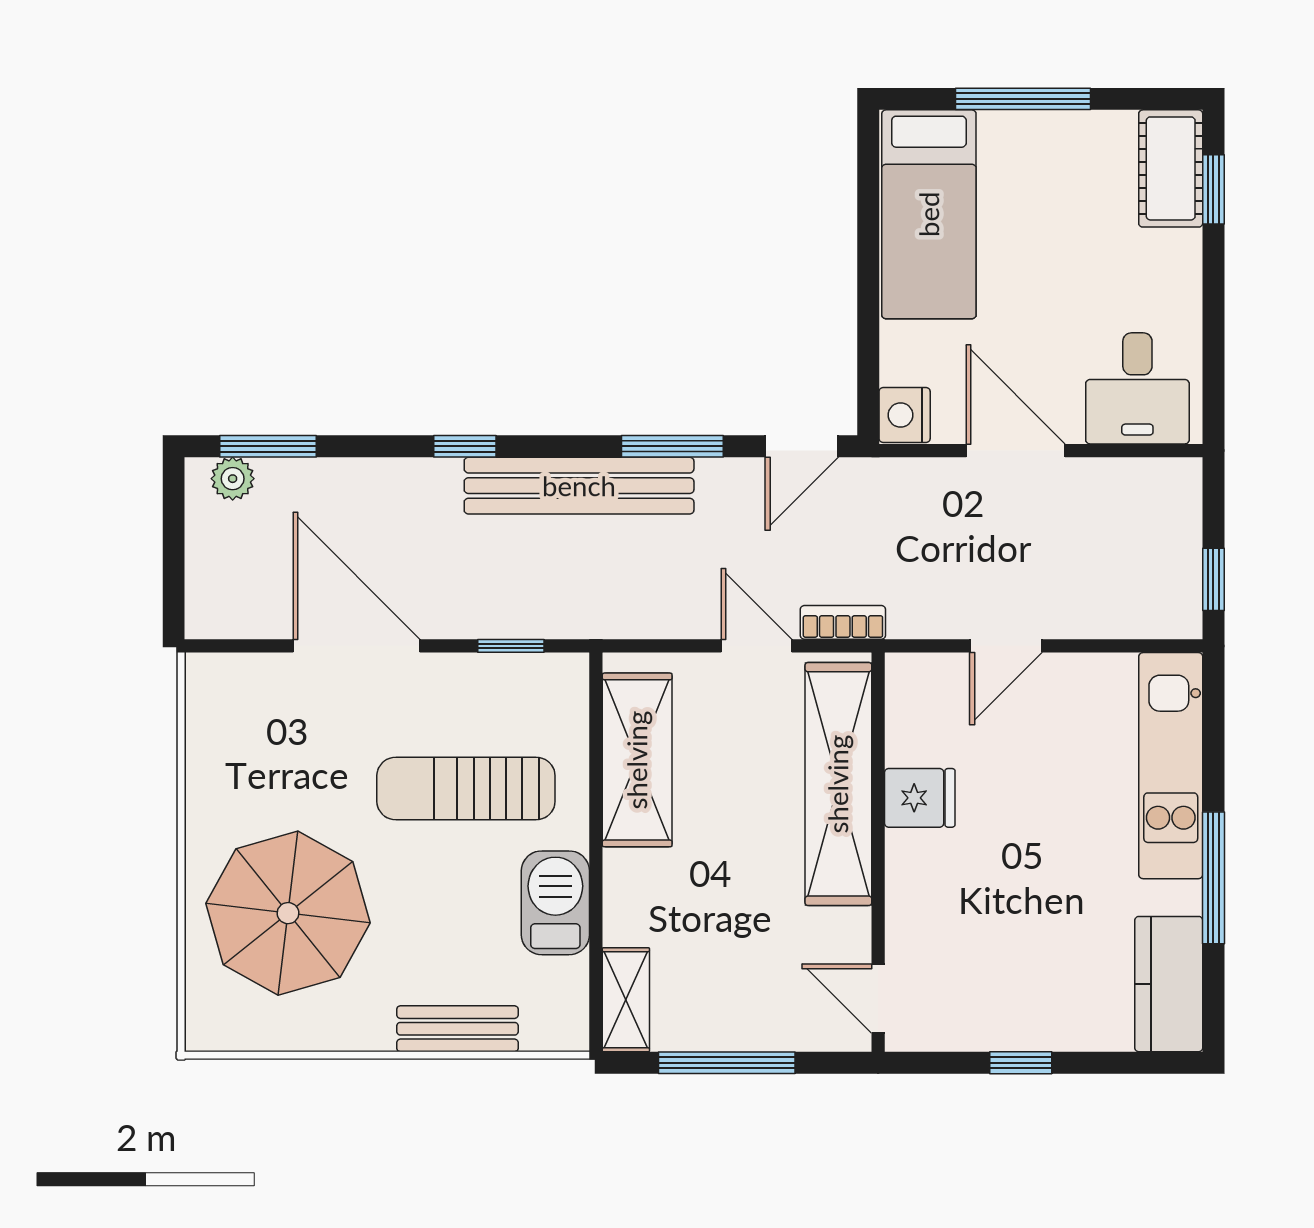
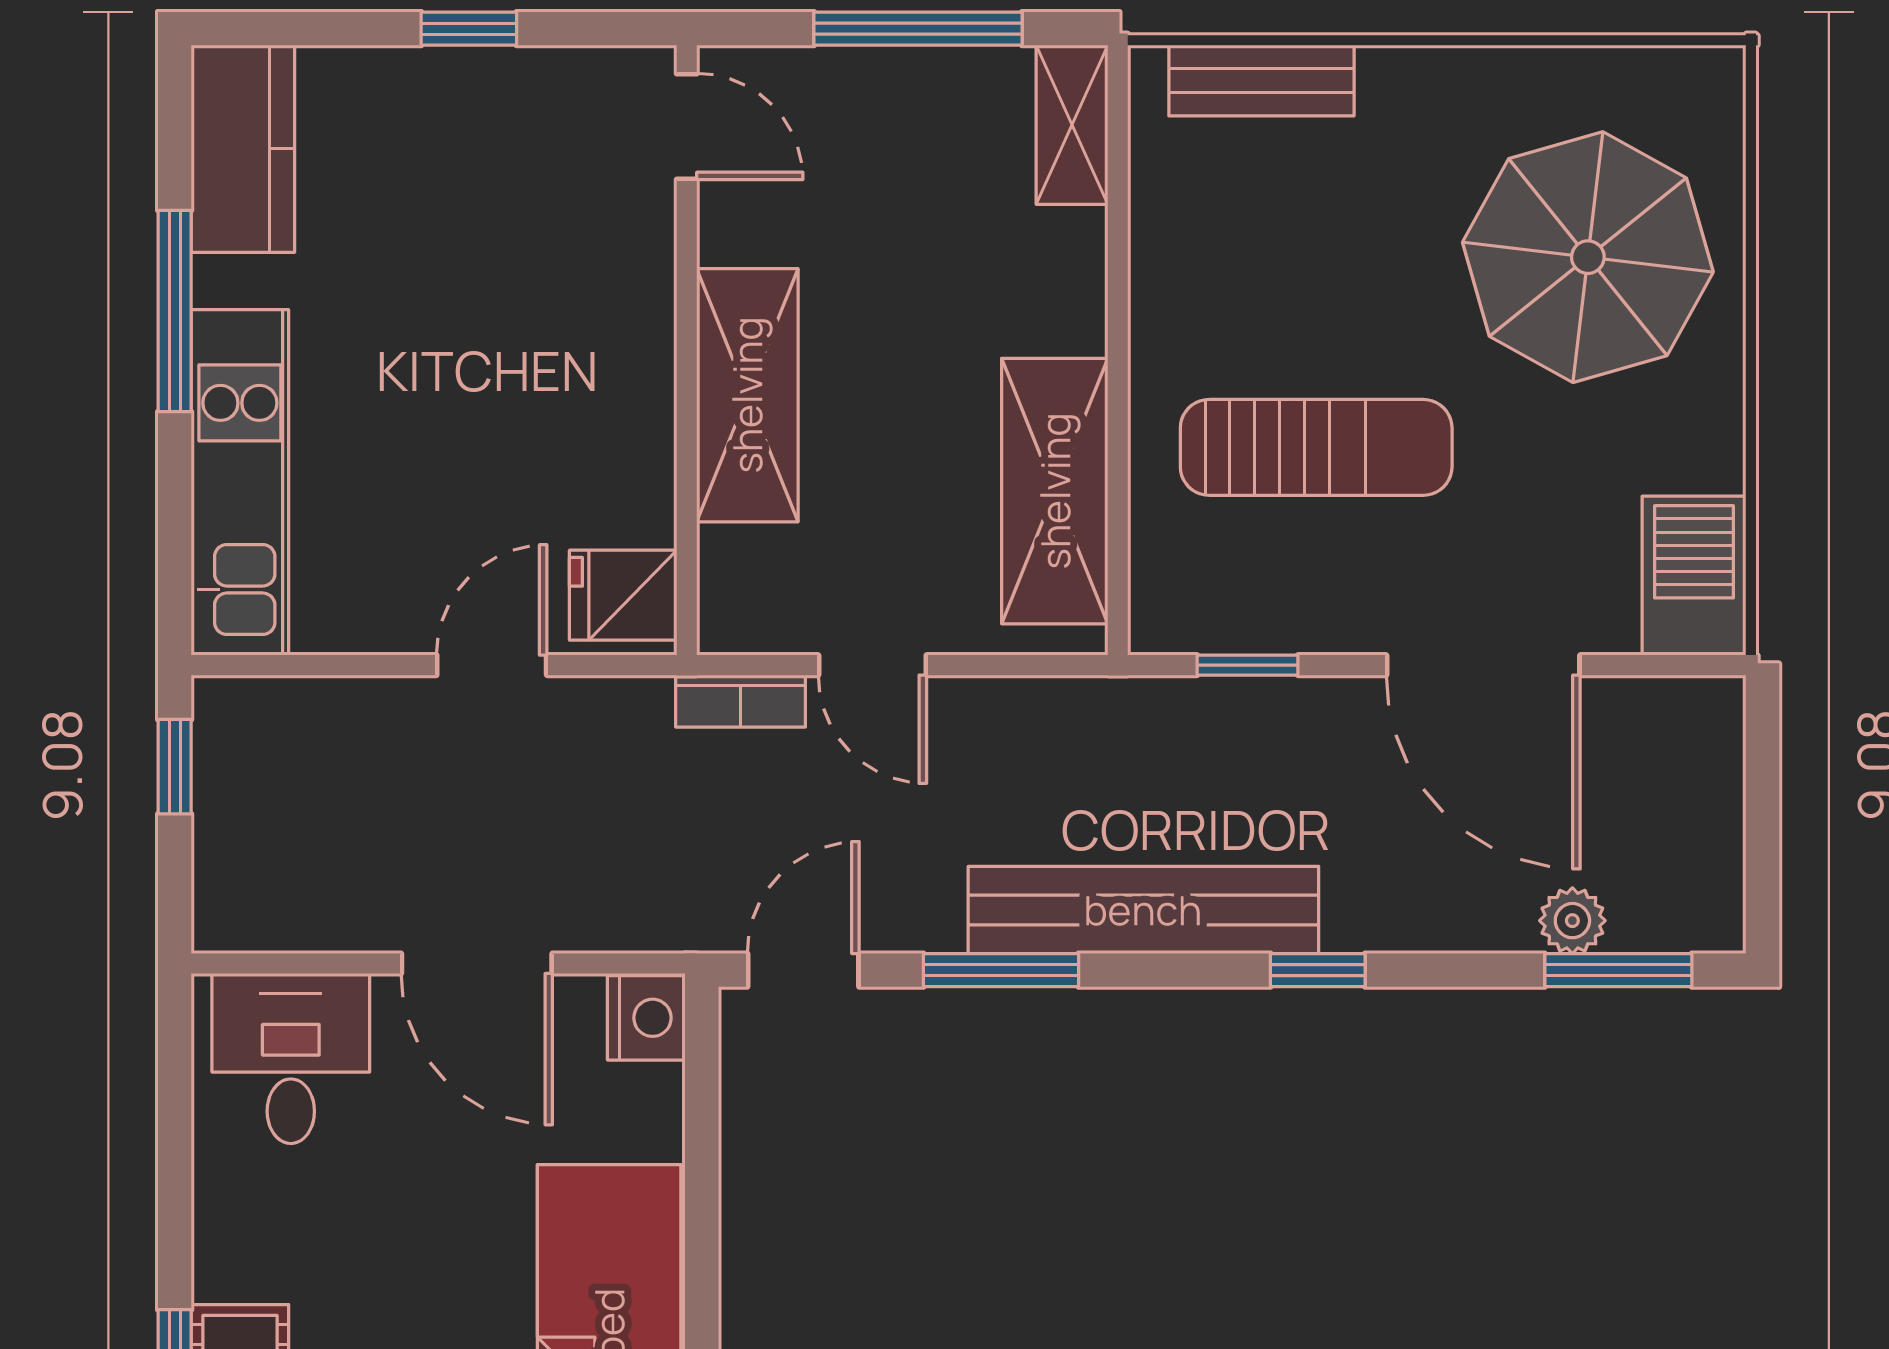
plant: (233, 479) -> (1572, 921), moved
shelving: (838, 784) -> (747, 395), width x0.68
fridge: (920, 798) -> (623, 595), moved
barbecue: (555, 903) -> (1694, 576), moved, turned 180
bench: (457, 1029) -> (1261, 81), moved

